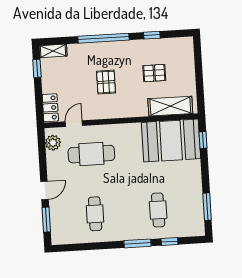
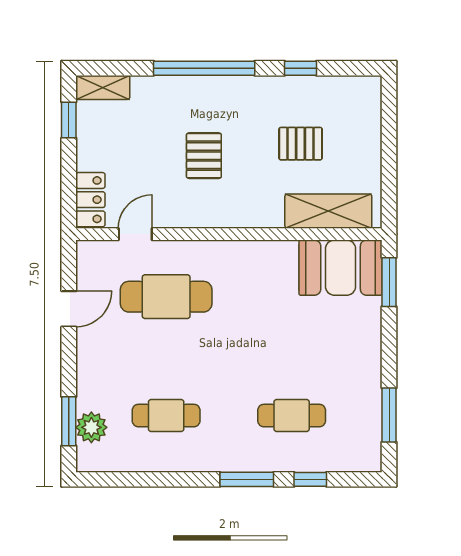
window: (203, 140) -> (389, 282), width x1.50
booth: (171, 141) -> (341, 268), width x0.73, depth x0.70
plant: (53, 143) -> (91, 427), moved
door: (44, 190) -> (69, 309), moved
cafe table: (158, 210) -> (292, 416), turned 90
cafe table: (95, 214) -> (166, 416), turned 90

